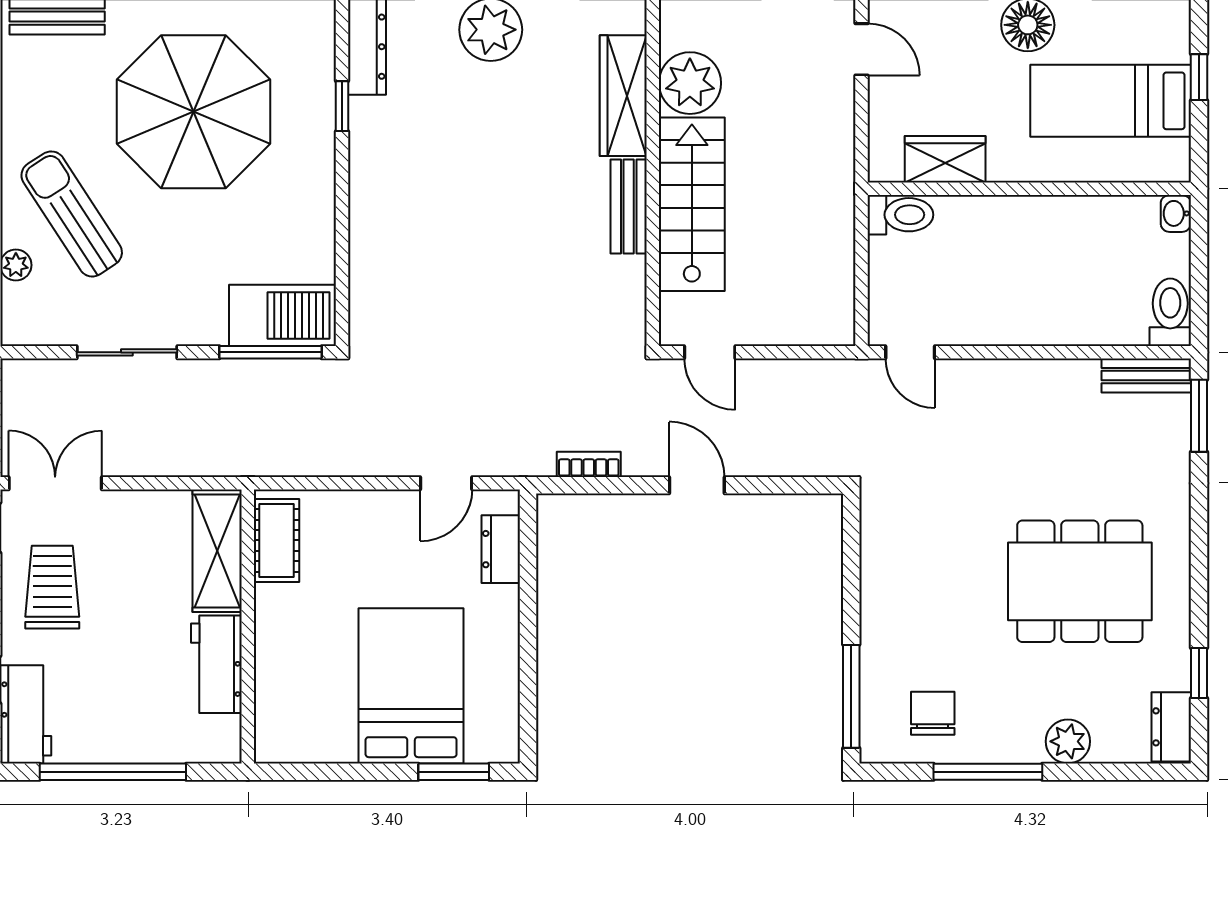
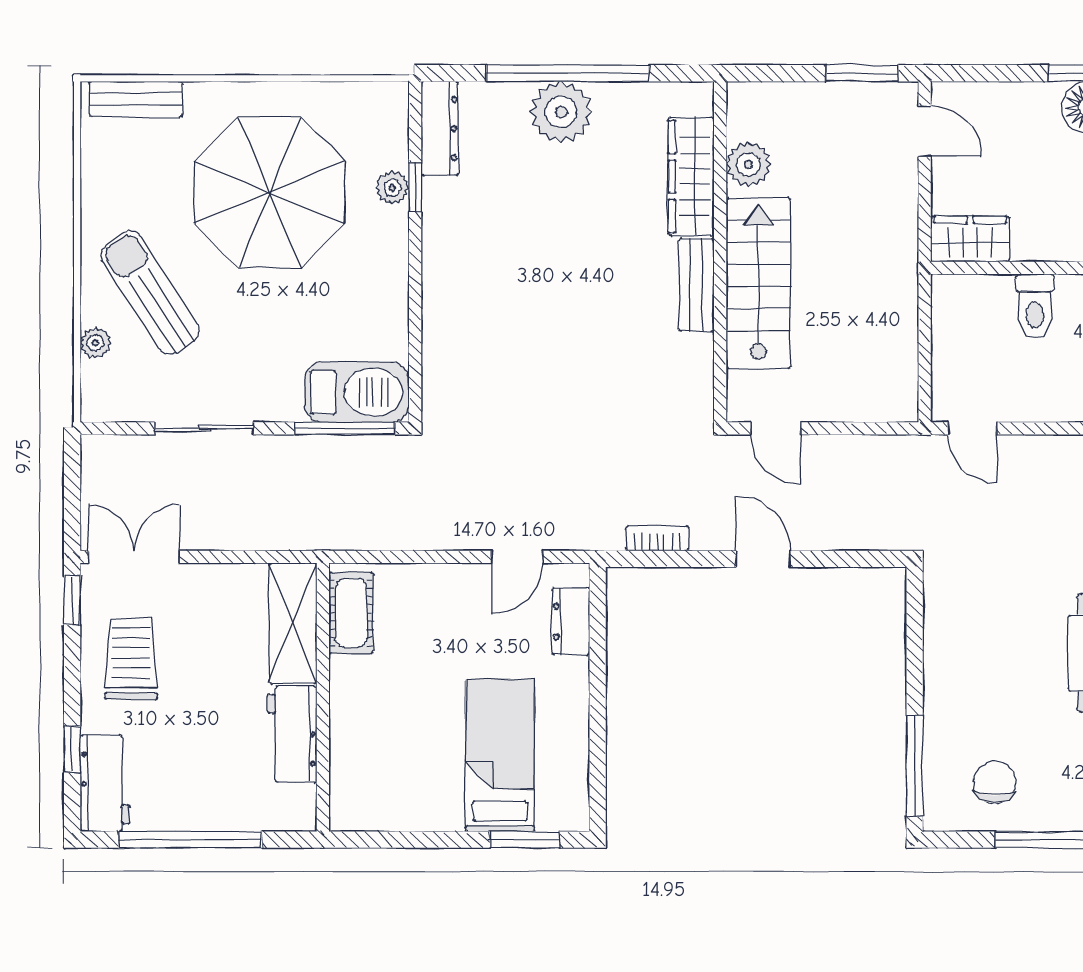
plant: (690, 83) -> (748, 164), width x0.73, depth x0.73
plant: (319, 107) -> (393, 188), added
wardrobe: (945, 159) -> (970, 239), moved
toilet: (900, 215) -> (1035, 306), moved, turned 90
bed: (411, 686) -> (500, 755), width x0.67

